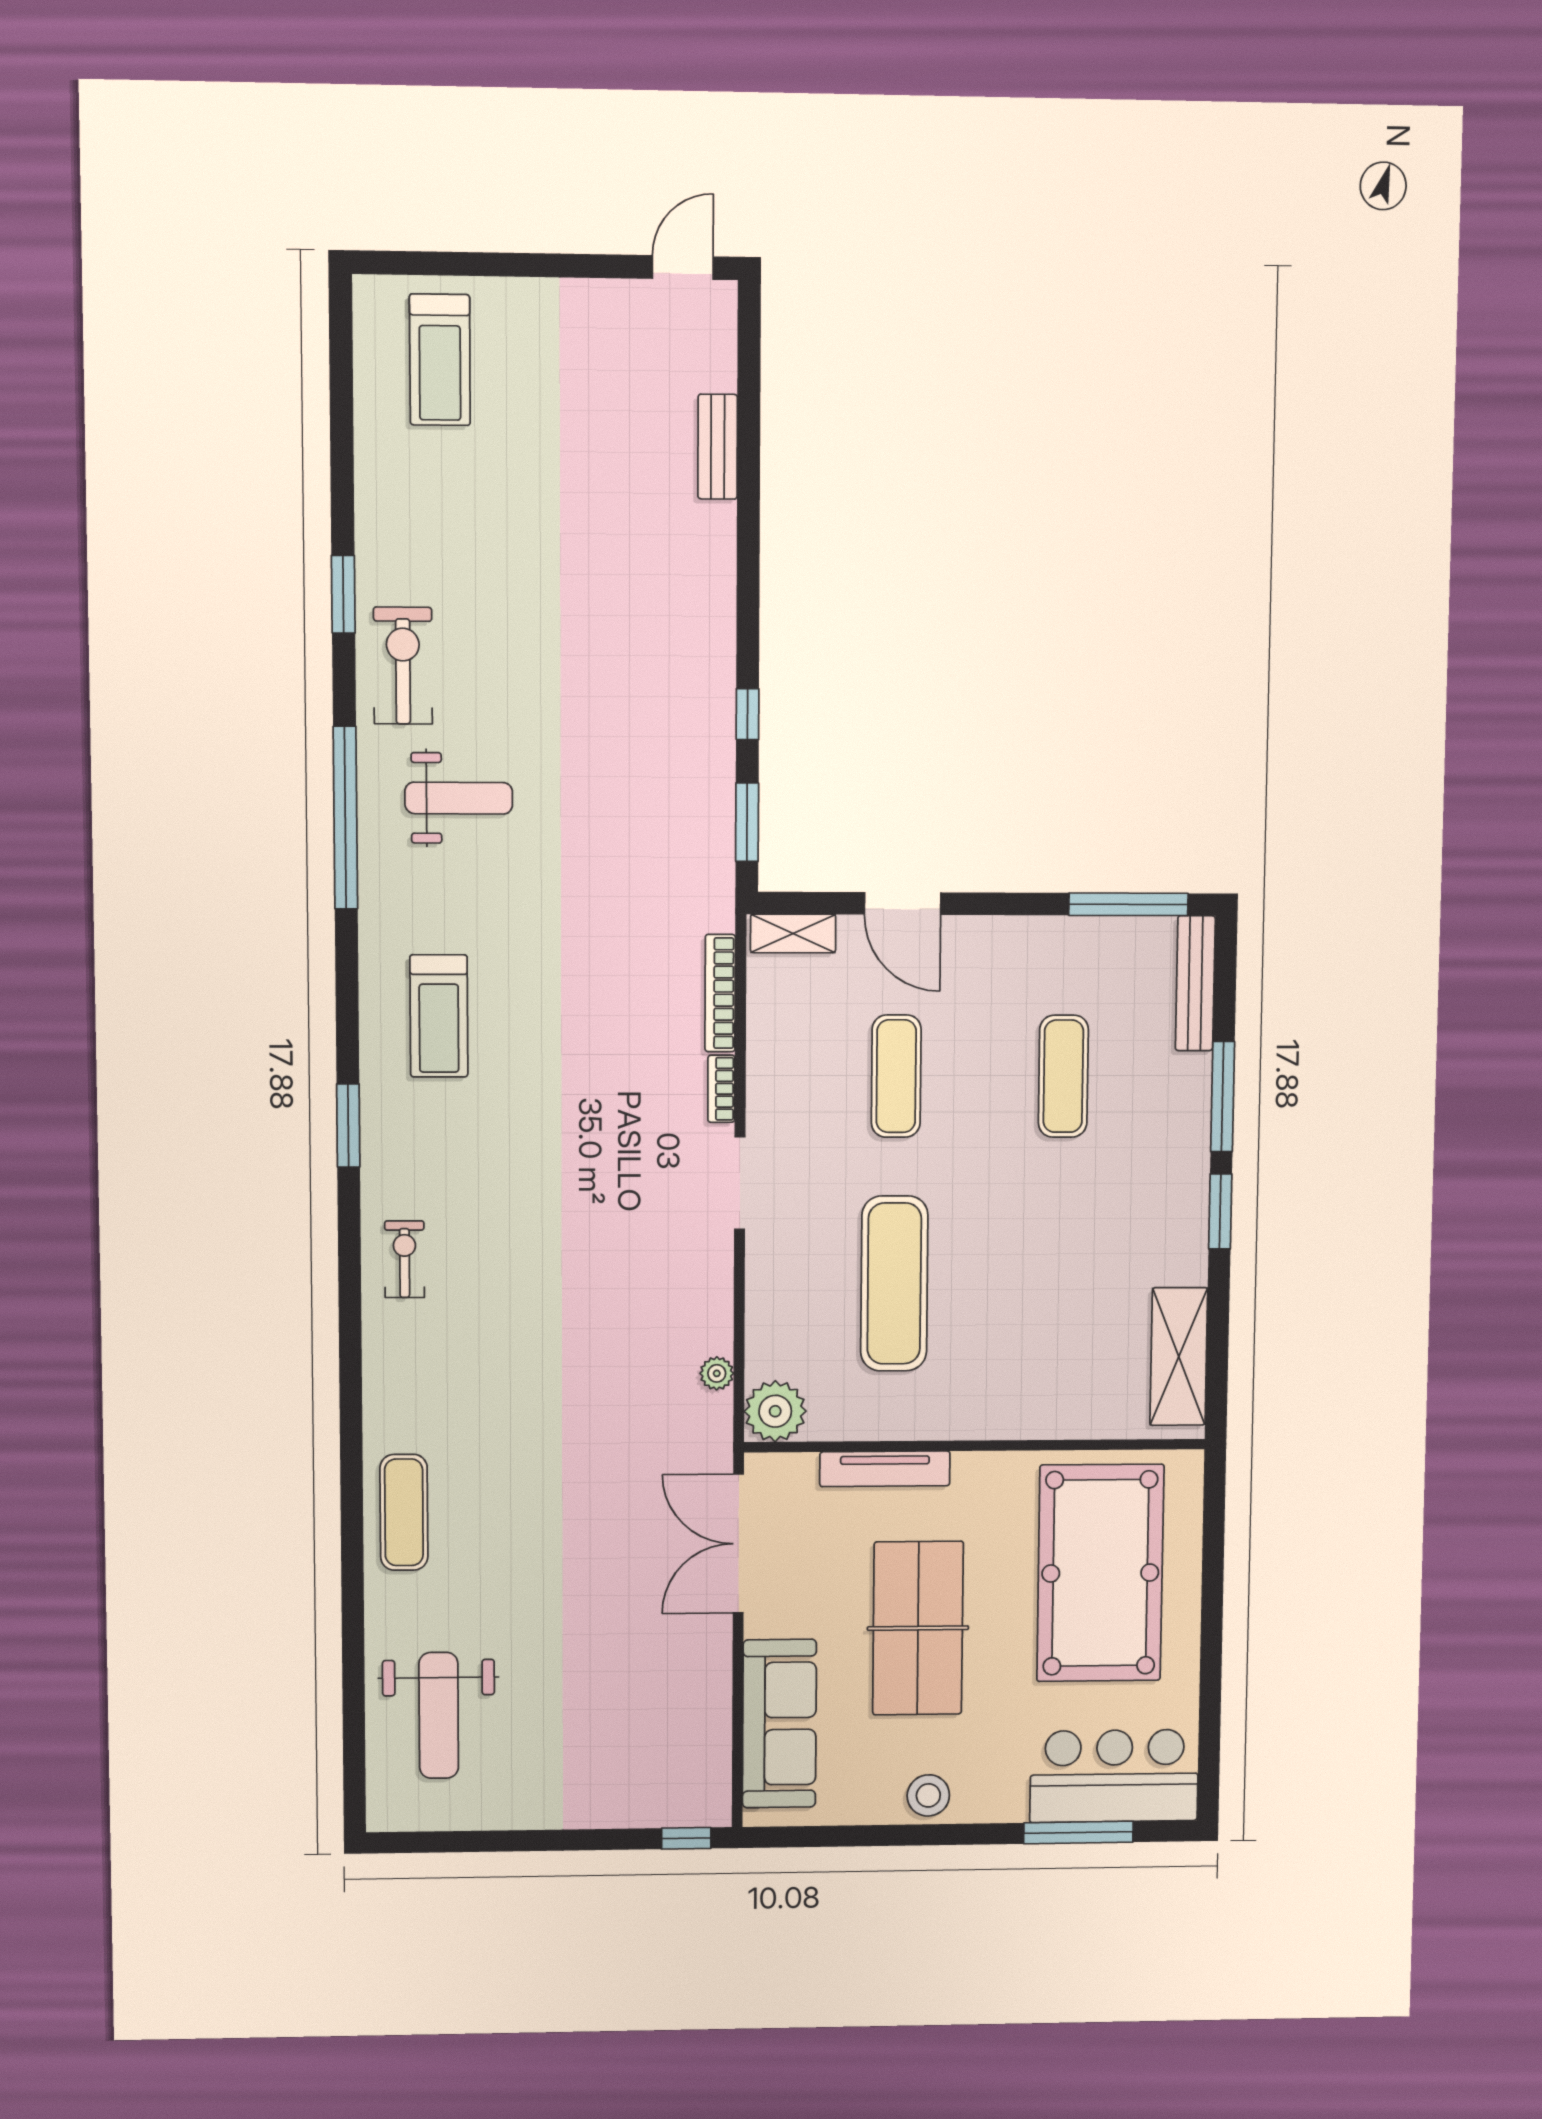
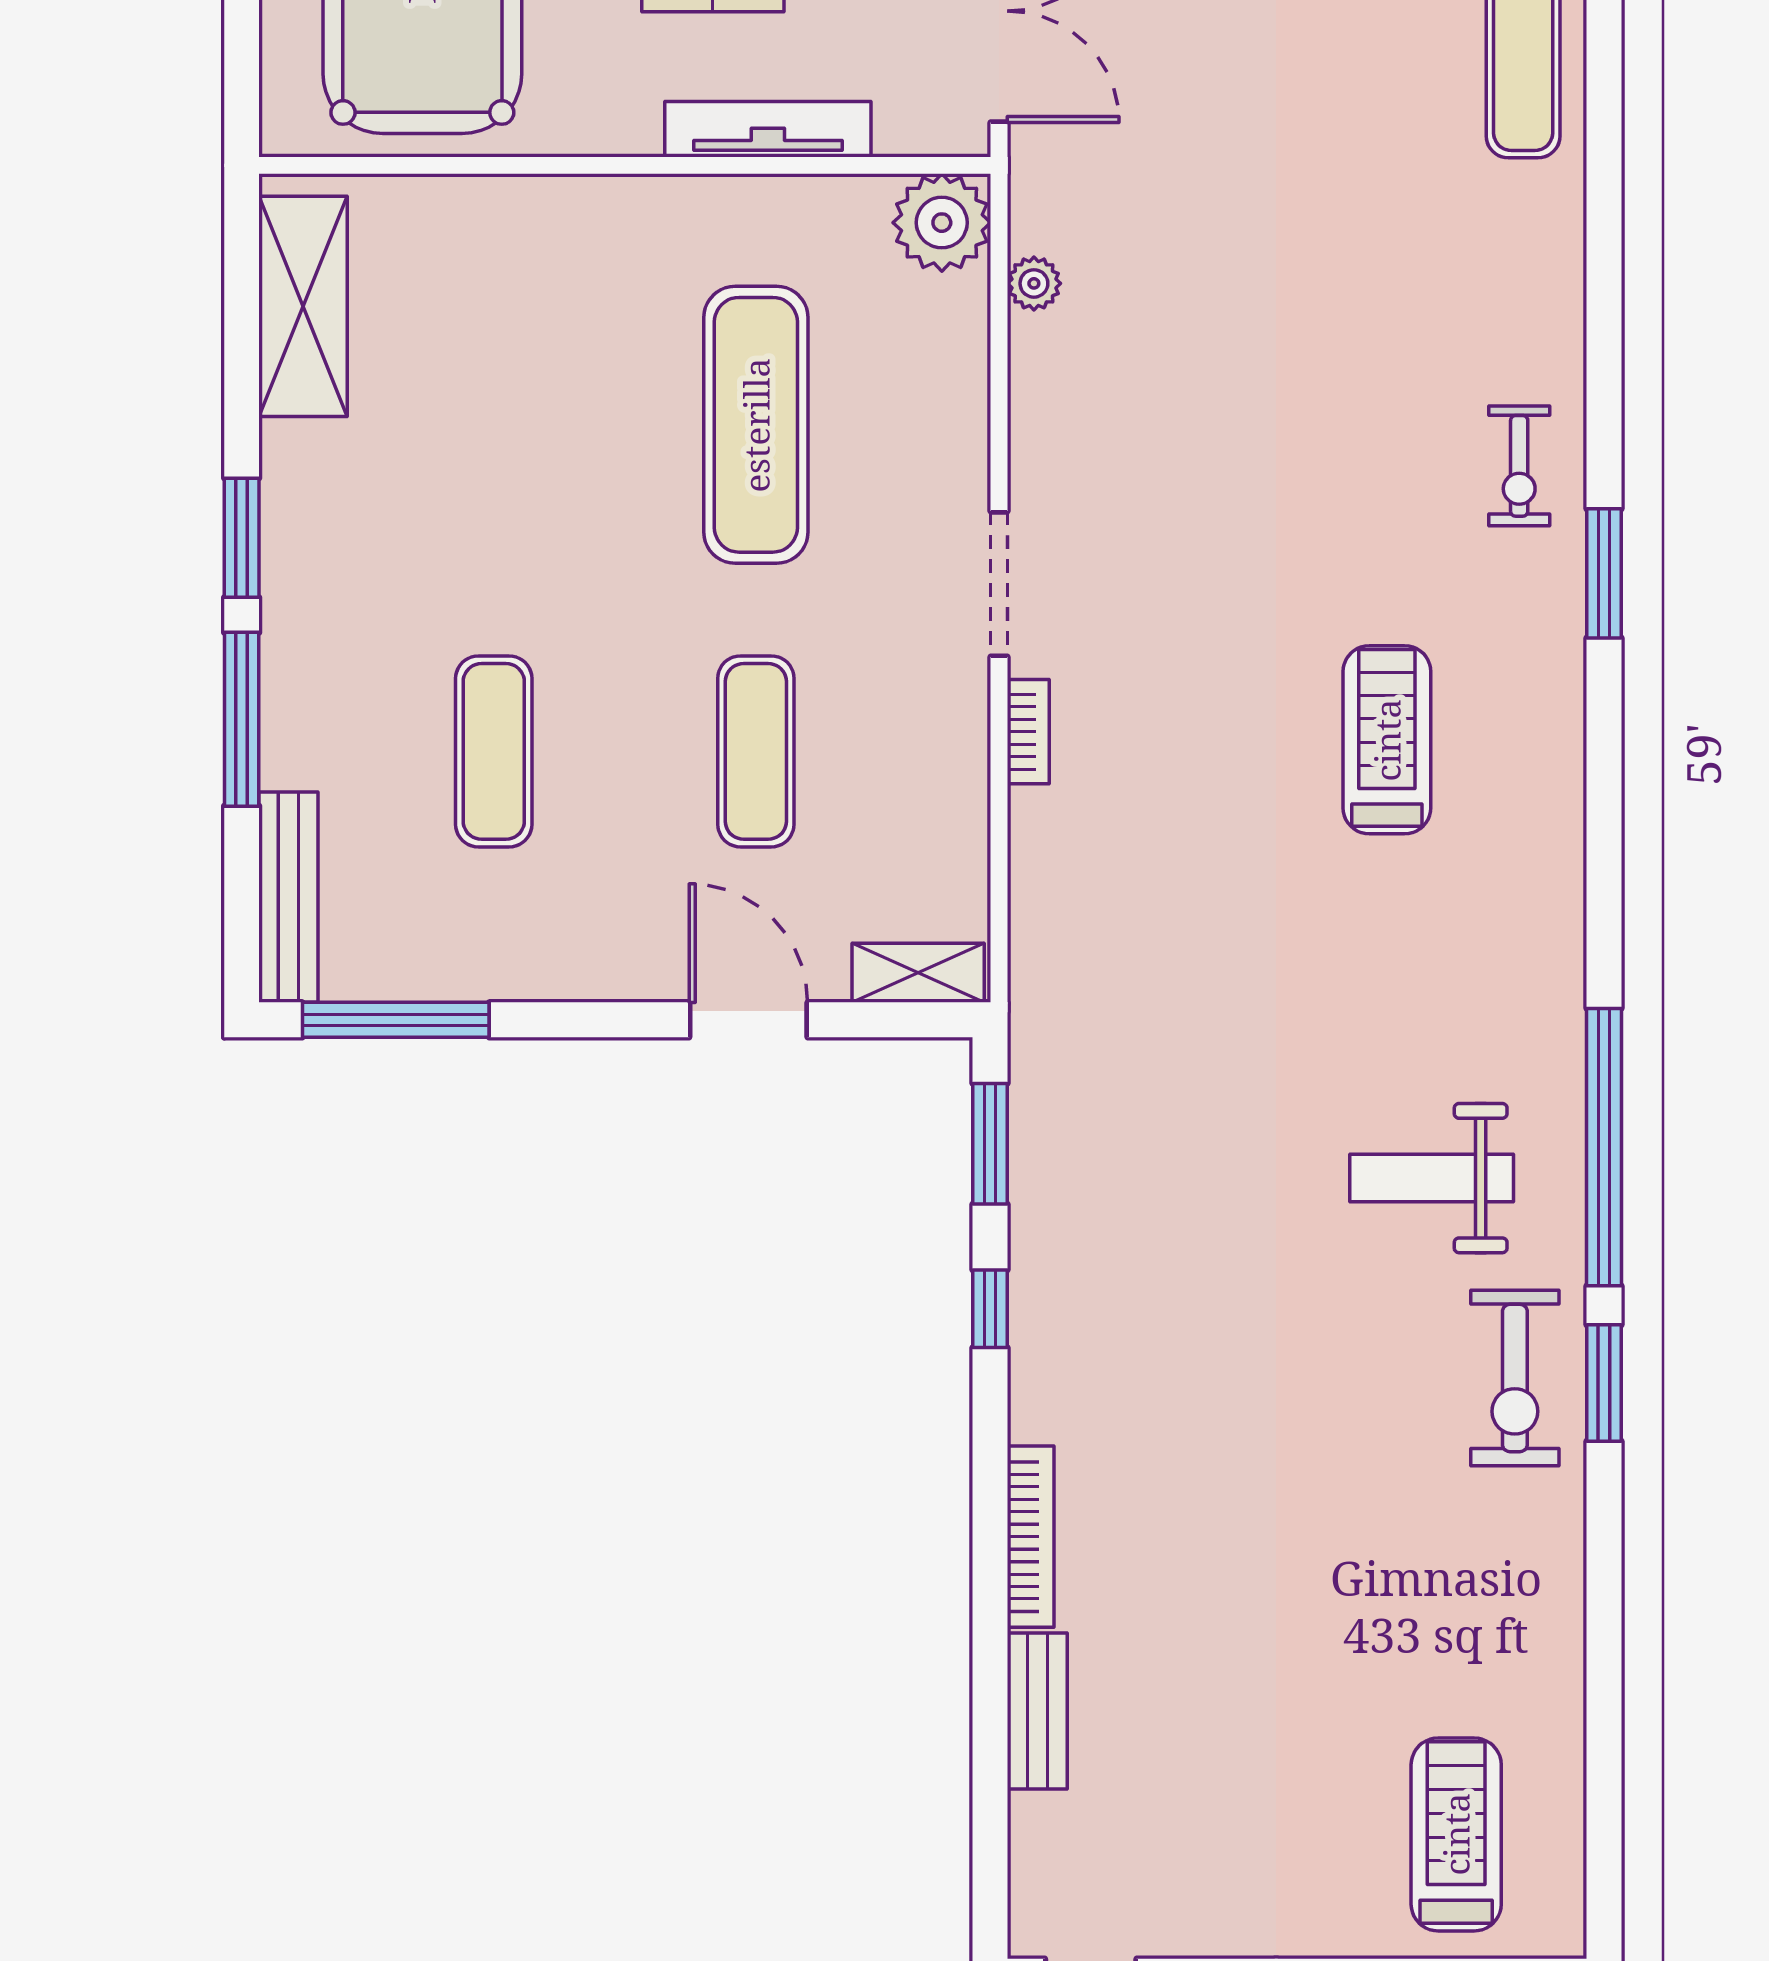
window: (343, 594) -> (1604, 1383), moved
bookcase: (720, 993) -> (1031, 1537), moved
treadmill: (439, 1016) -> (1387, 740), moved
window: (348, 1126) -> (1604, 573), moved

